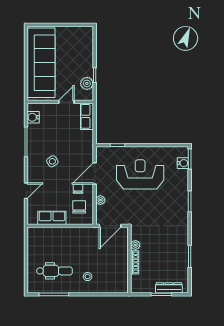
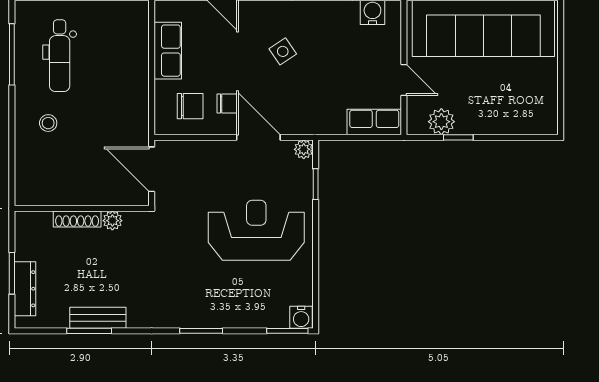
water cooler: (183, 163) -> (301, 317), moved
reception desk: (140, 174) -> (256, 230), turned -90
plant: (100, 200) -> (304, 149), moved
bench: (183, 252) -> (98, 318), added

